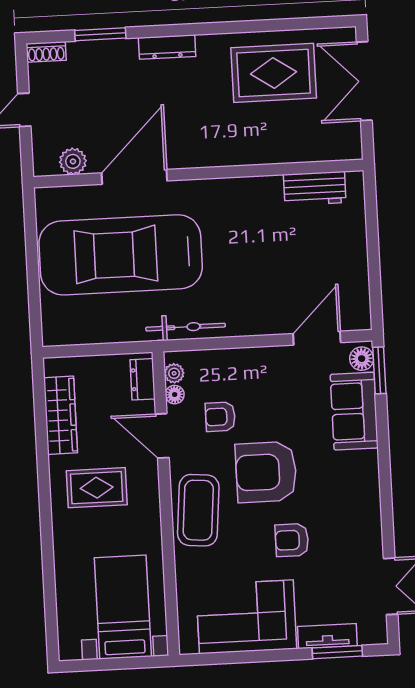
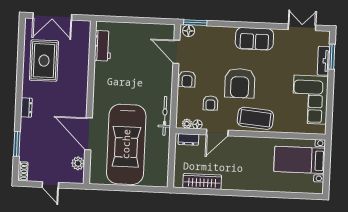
dresser: (167, 47) -> (26, 107), width x0.70
sofa: (354, 411) -> (254, 39), moved
rug: (97, 488) -> (240, 167), removed
armchair: (292, 540) -> (187, 79), moved

